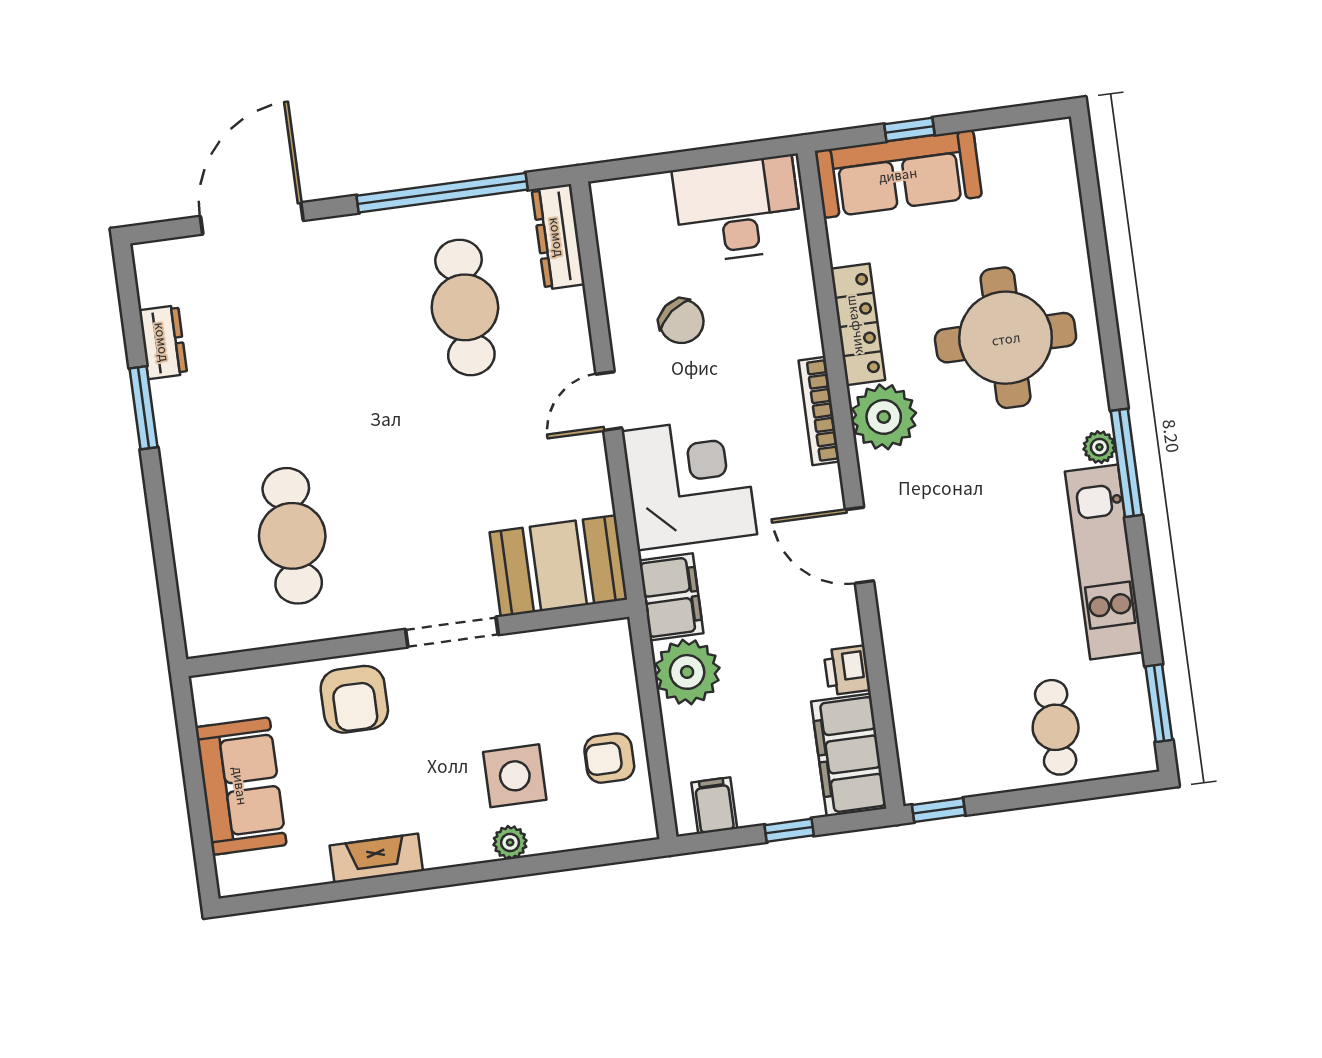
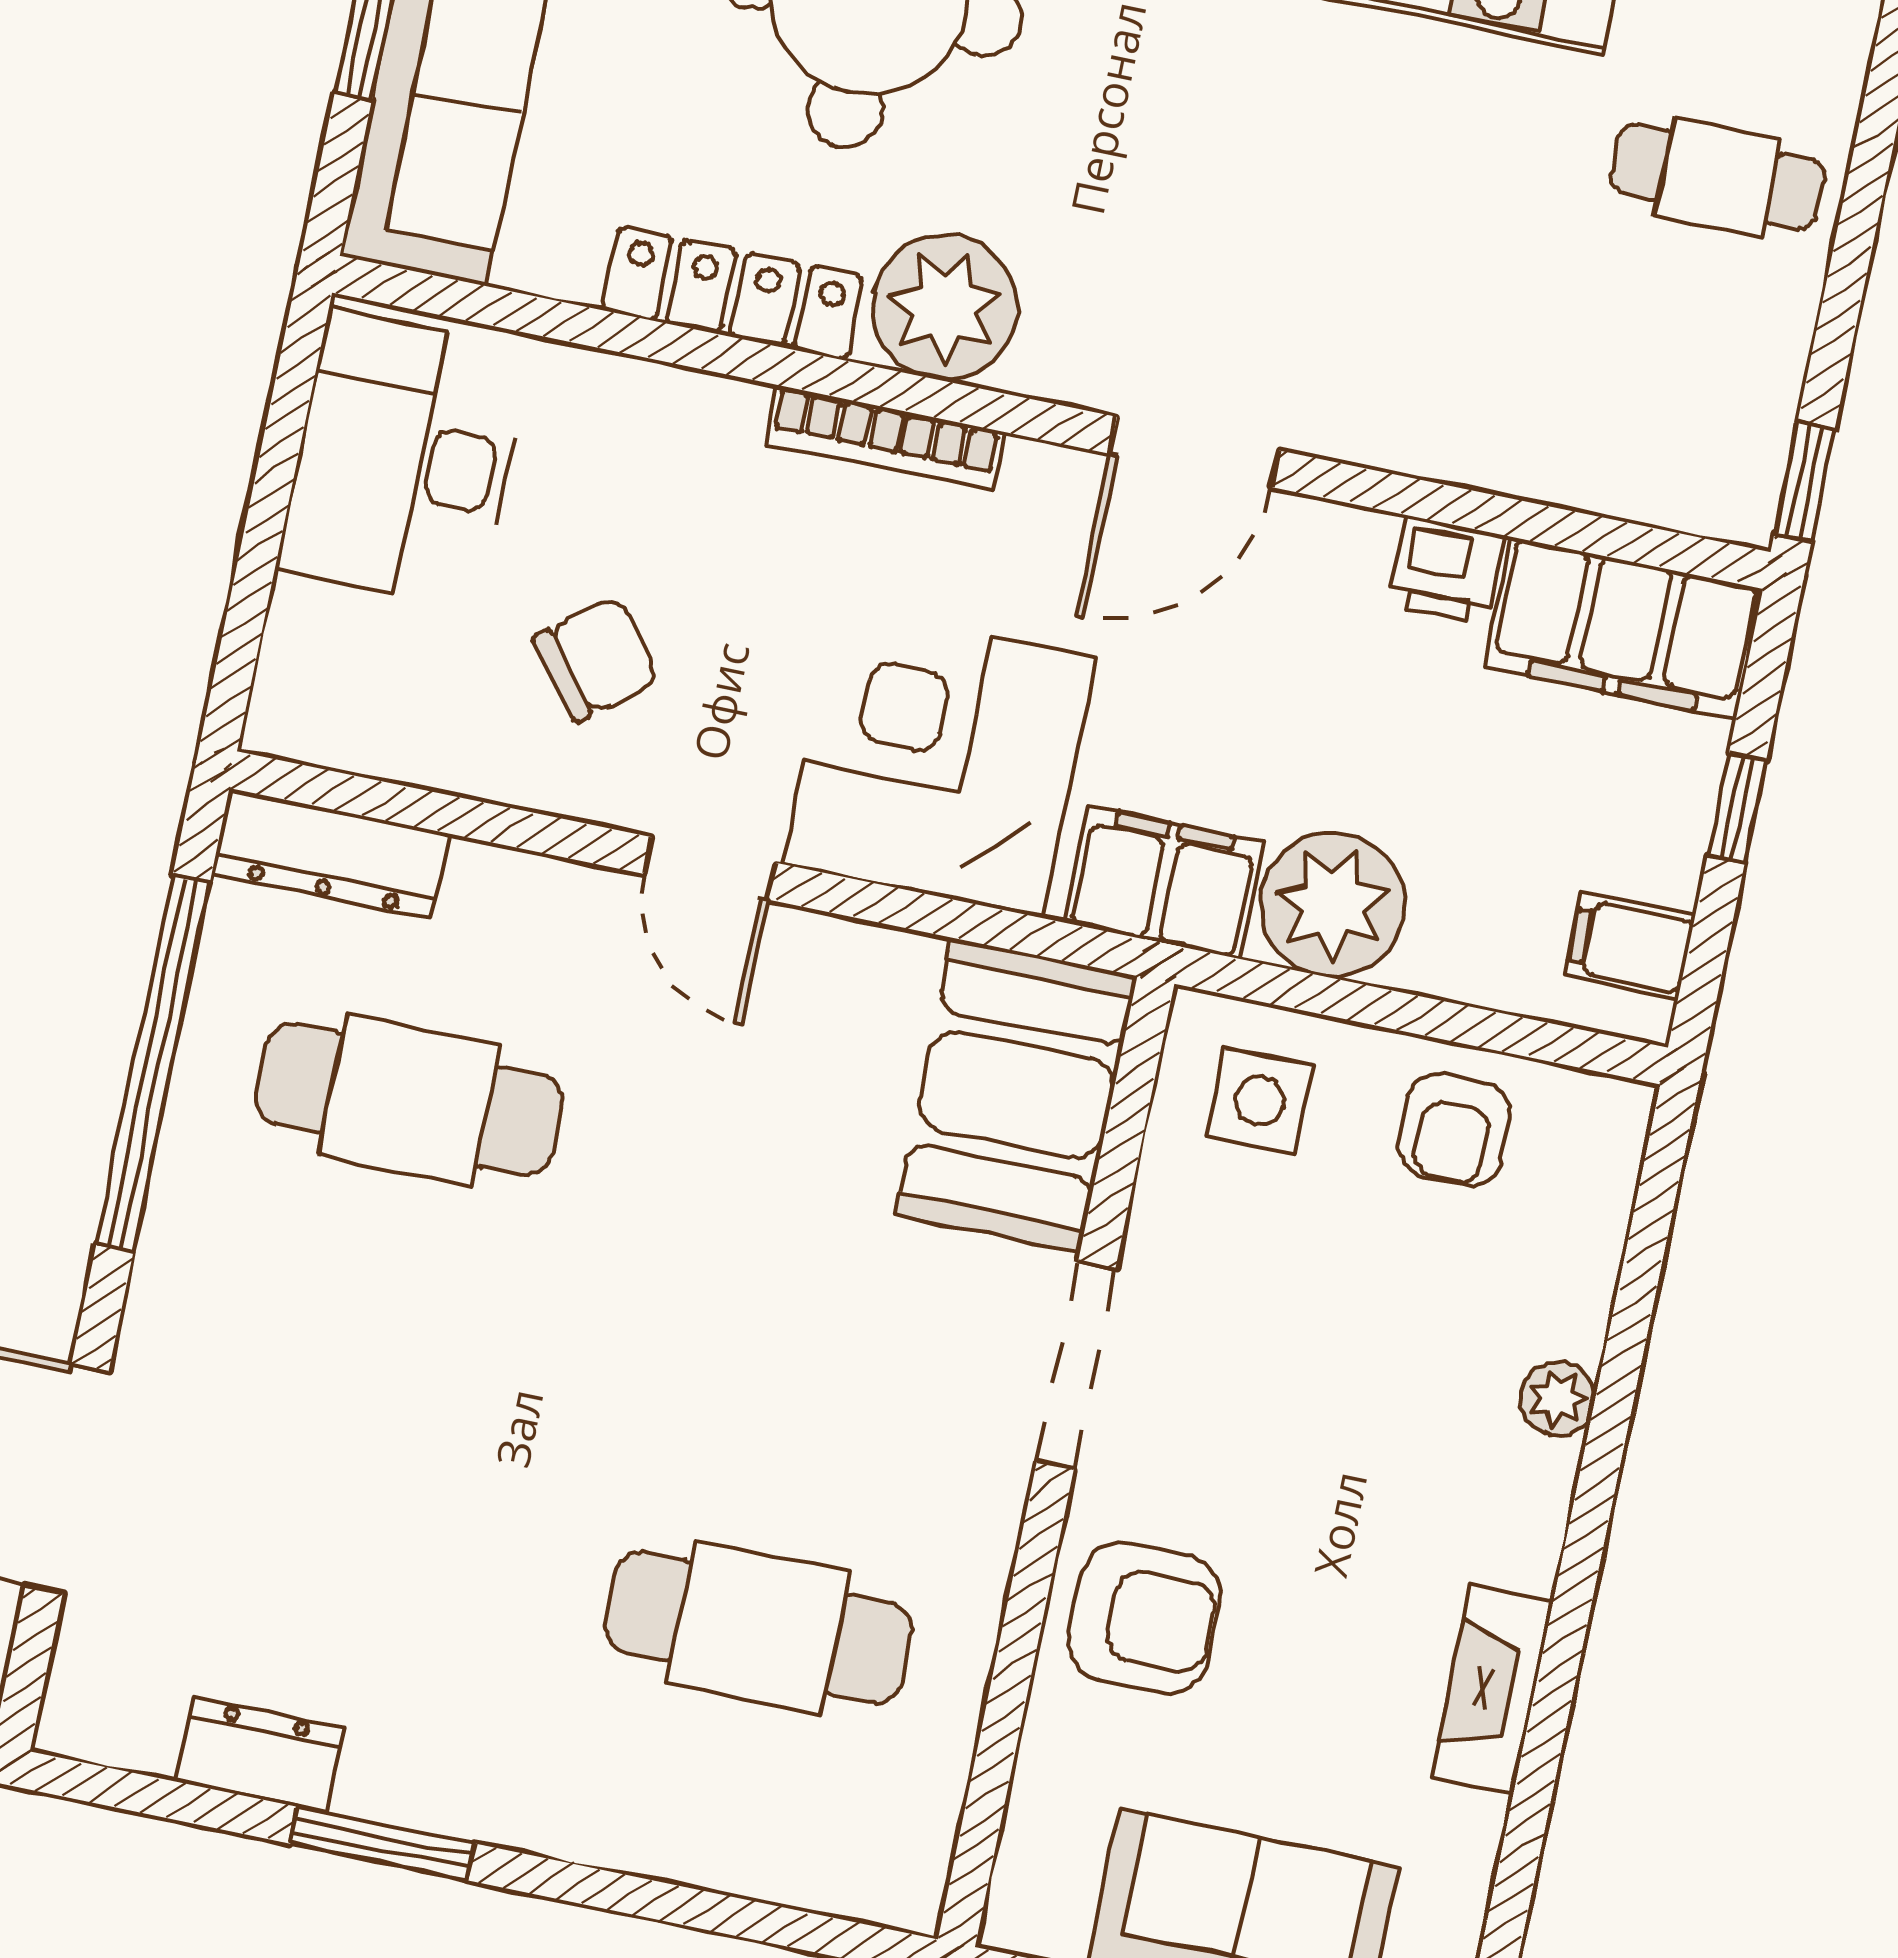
side table: (515, 776) -> (1260, 1101), moved, width x0.73, depth x0.73

